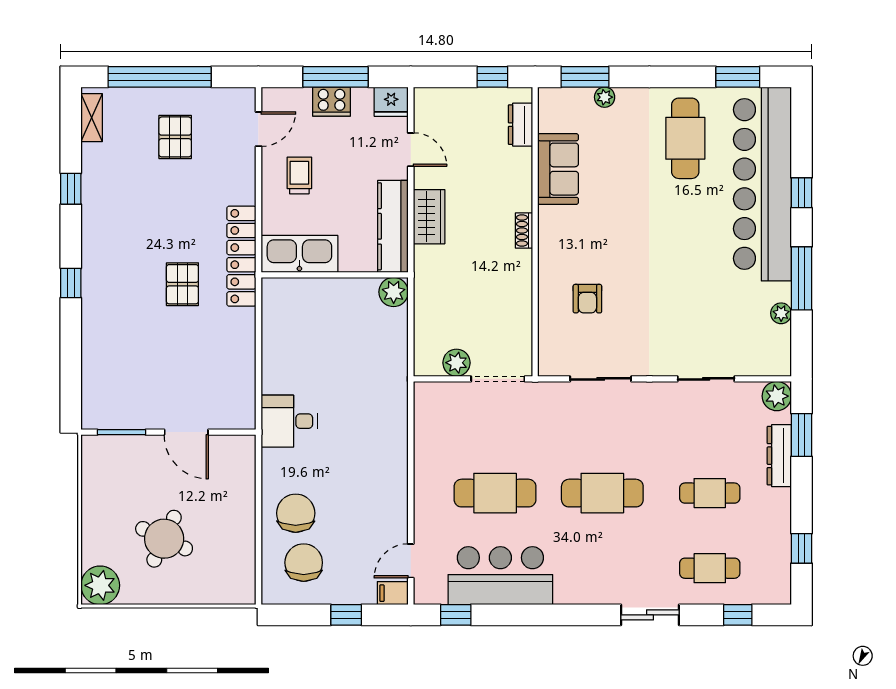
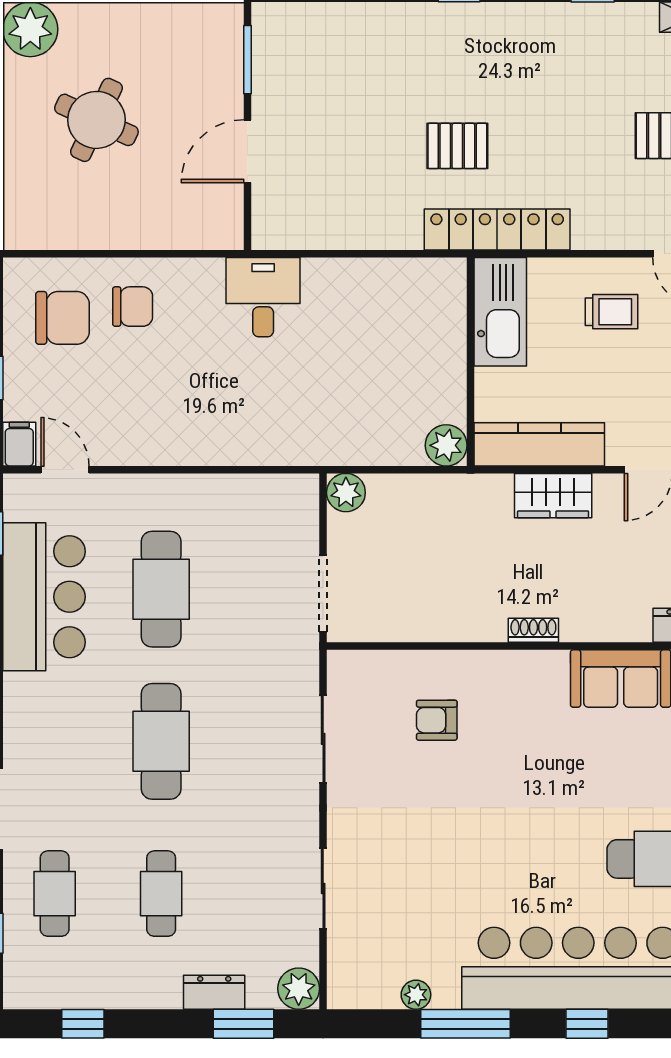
plant: (456, 363) -> (346, 493), moved
dresser: (779, 456) -> (214, 992), width x0.70
chair: (296, 513) -> (133, 307), width x0.73, depth x0.73

